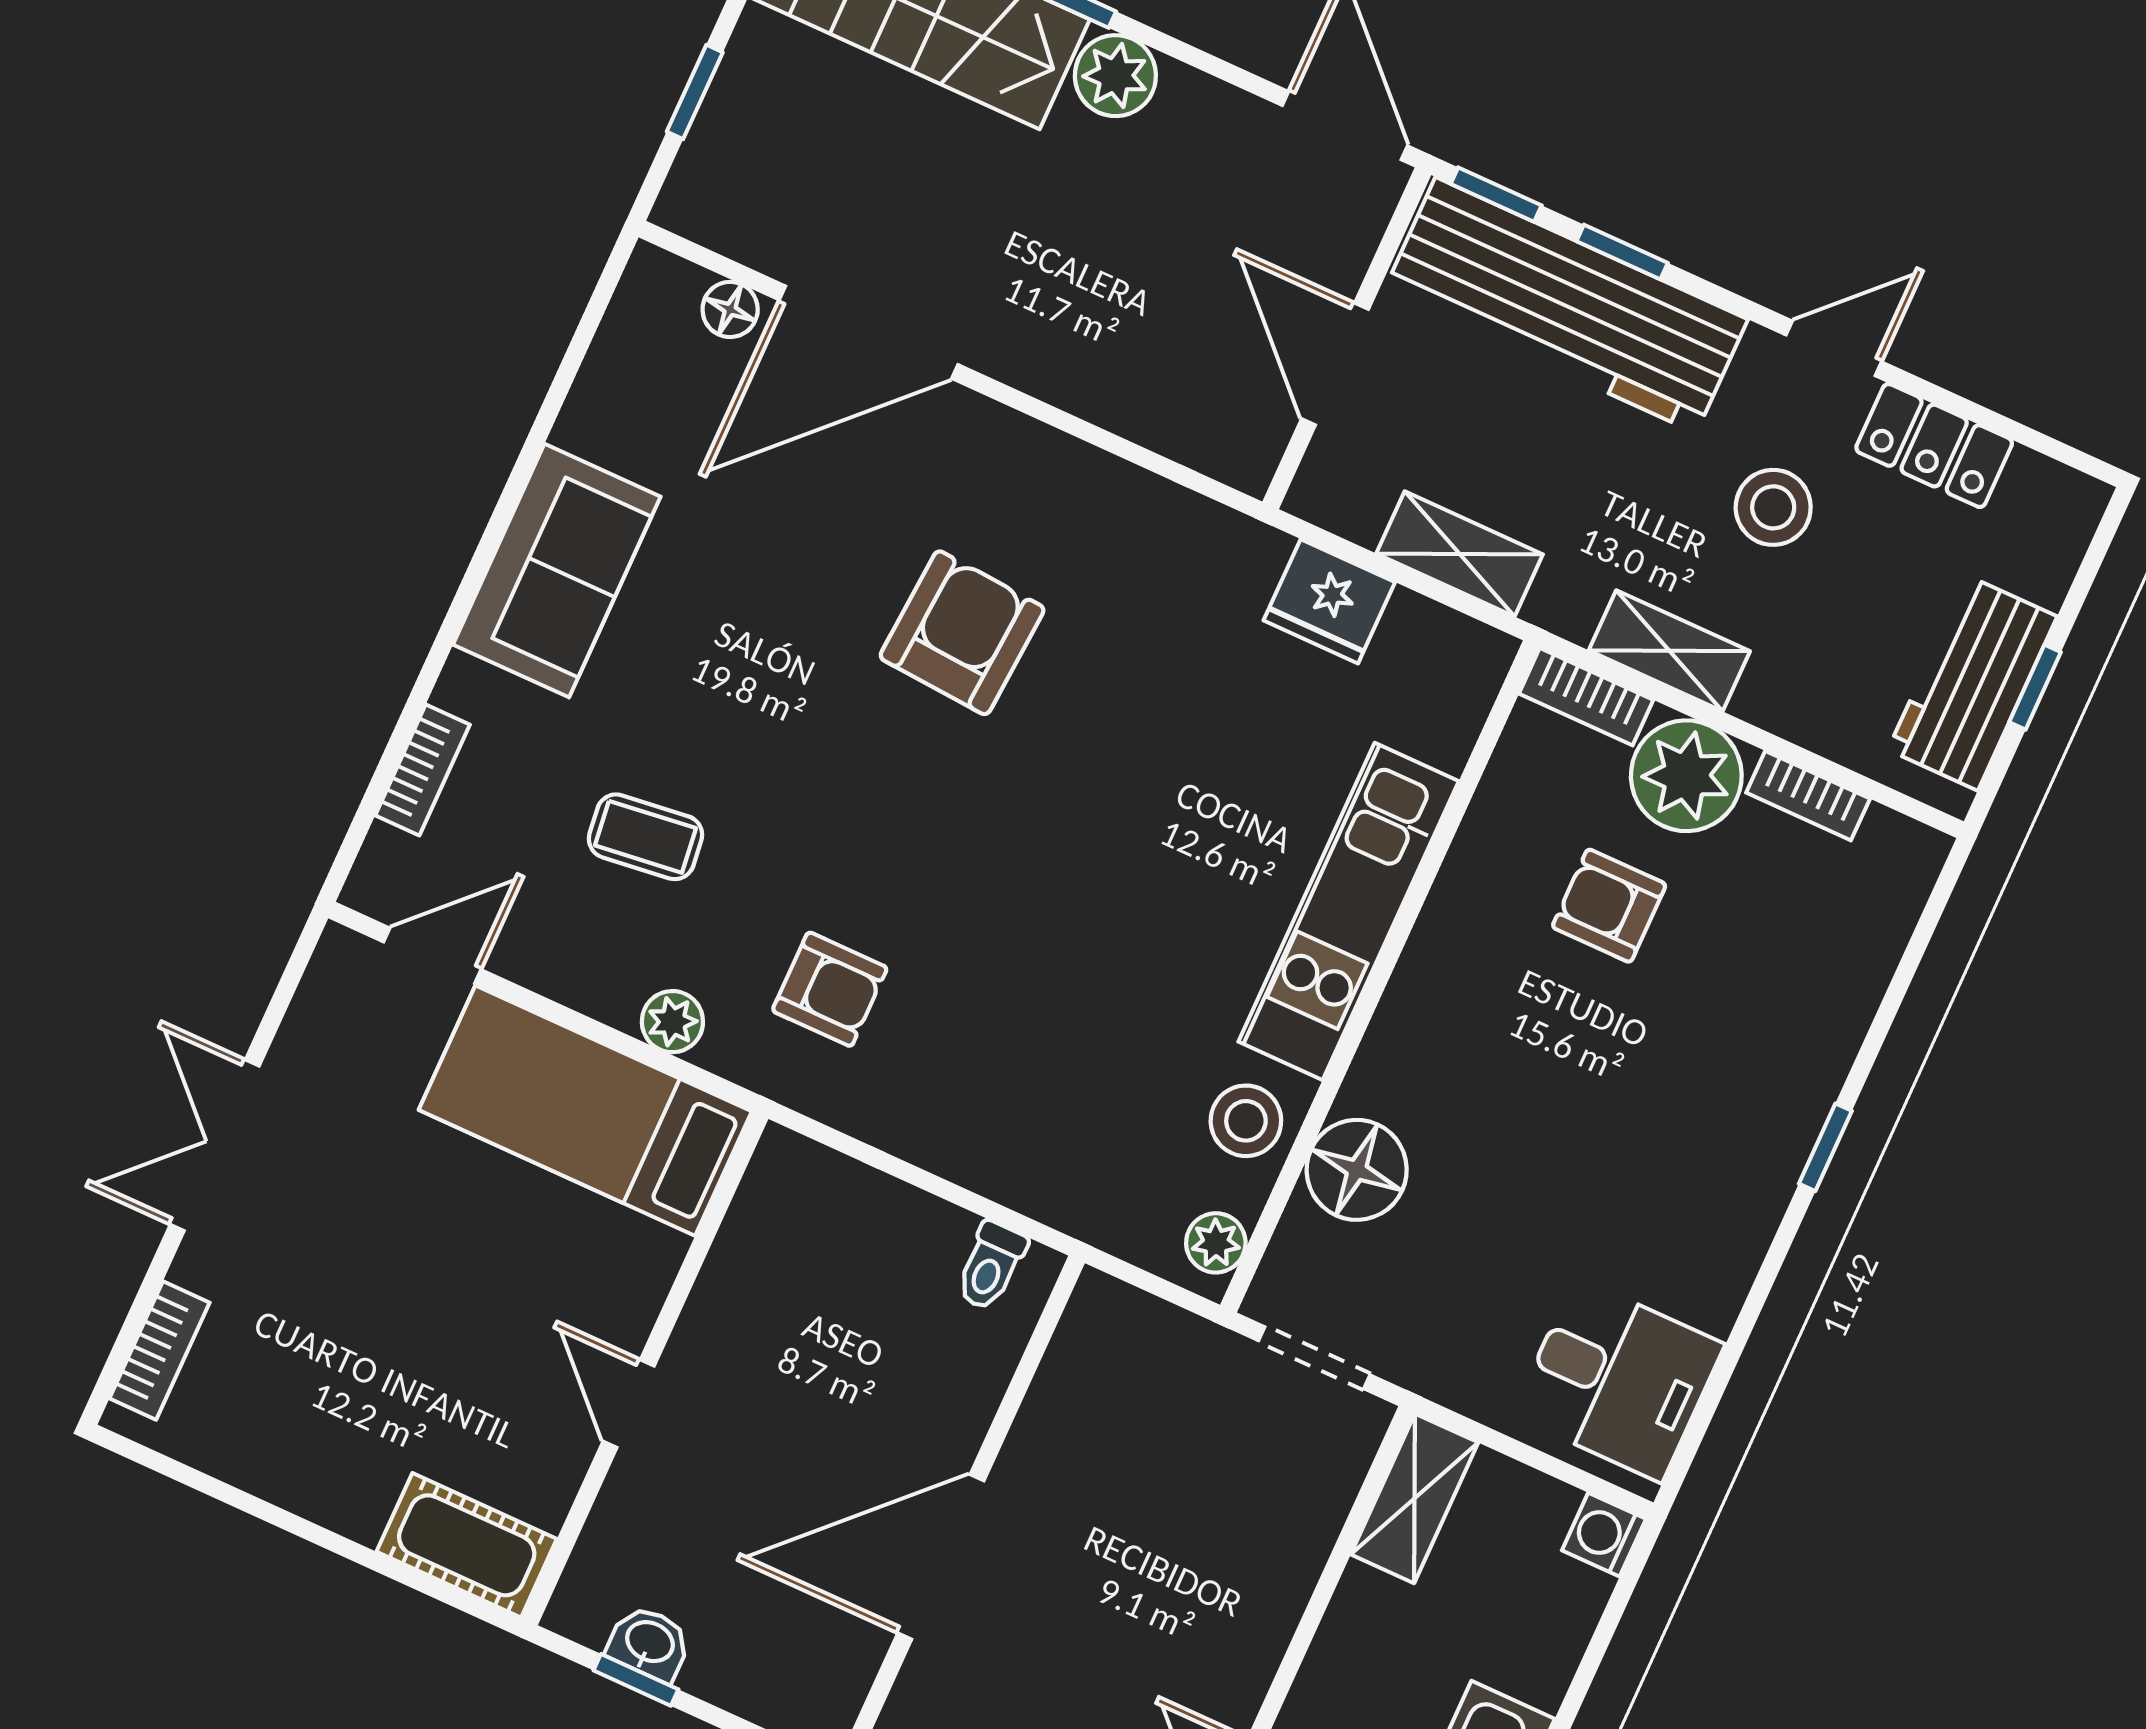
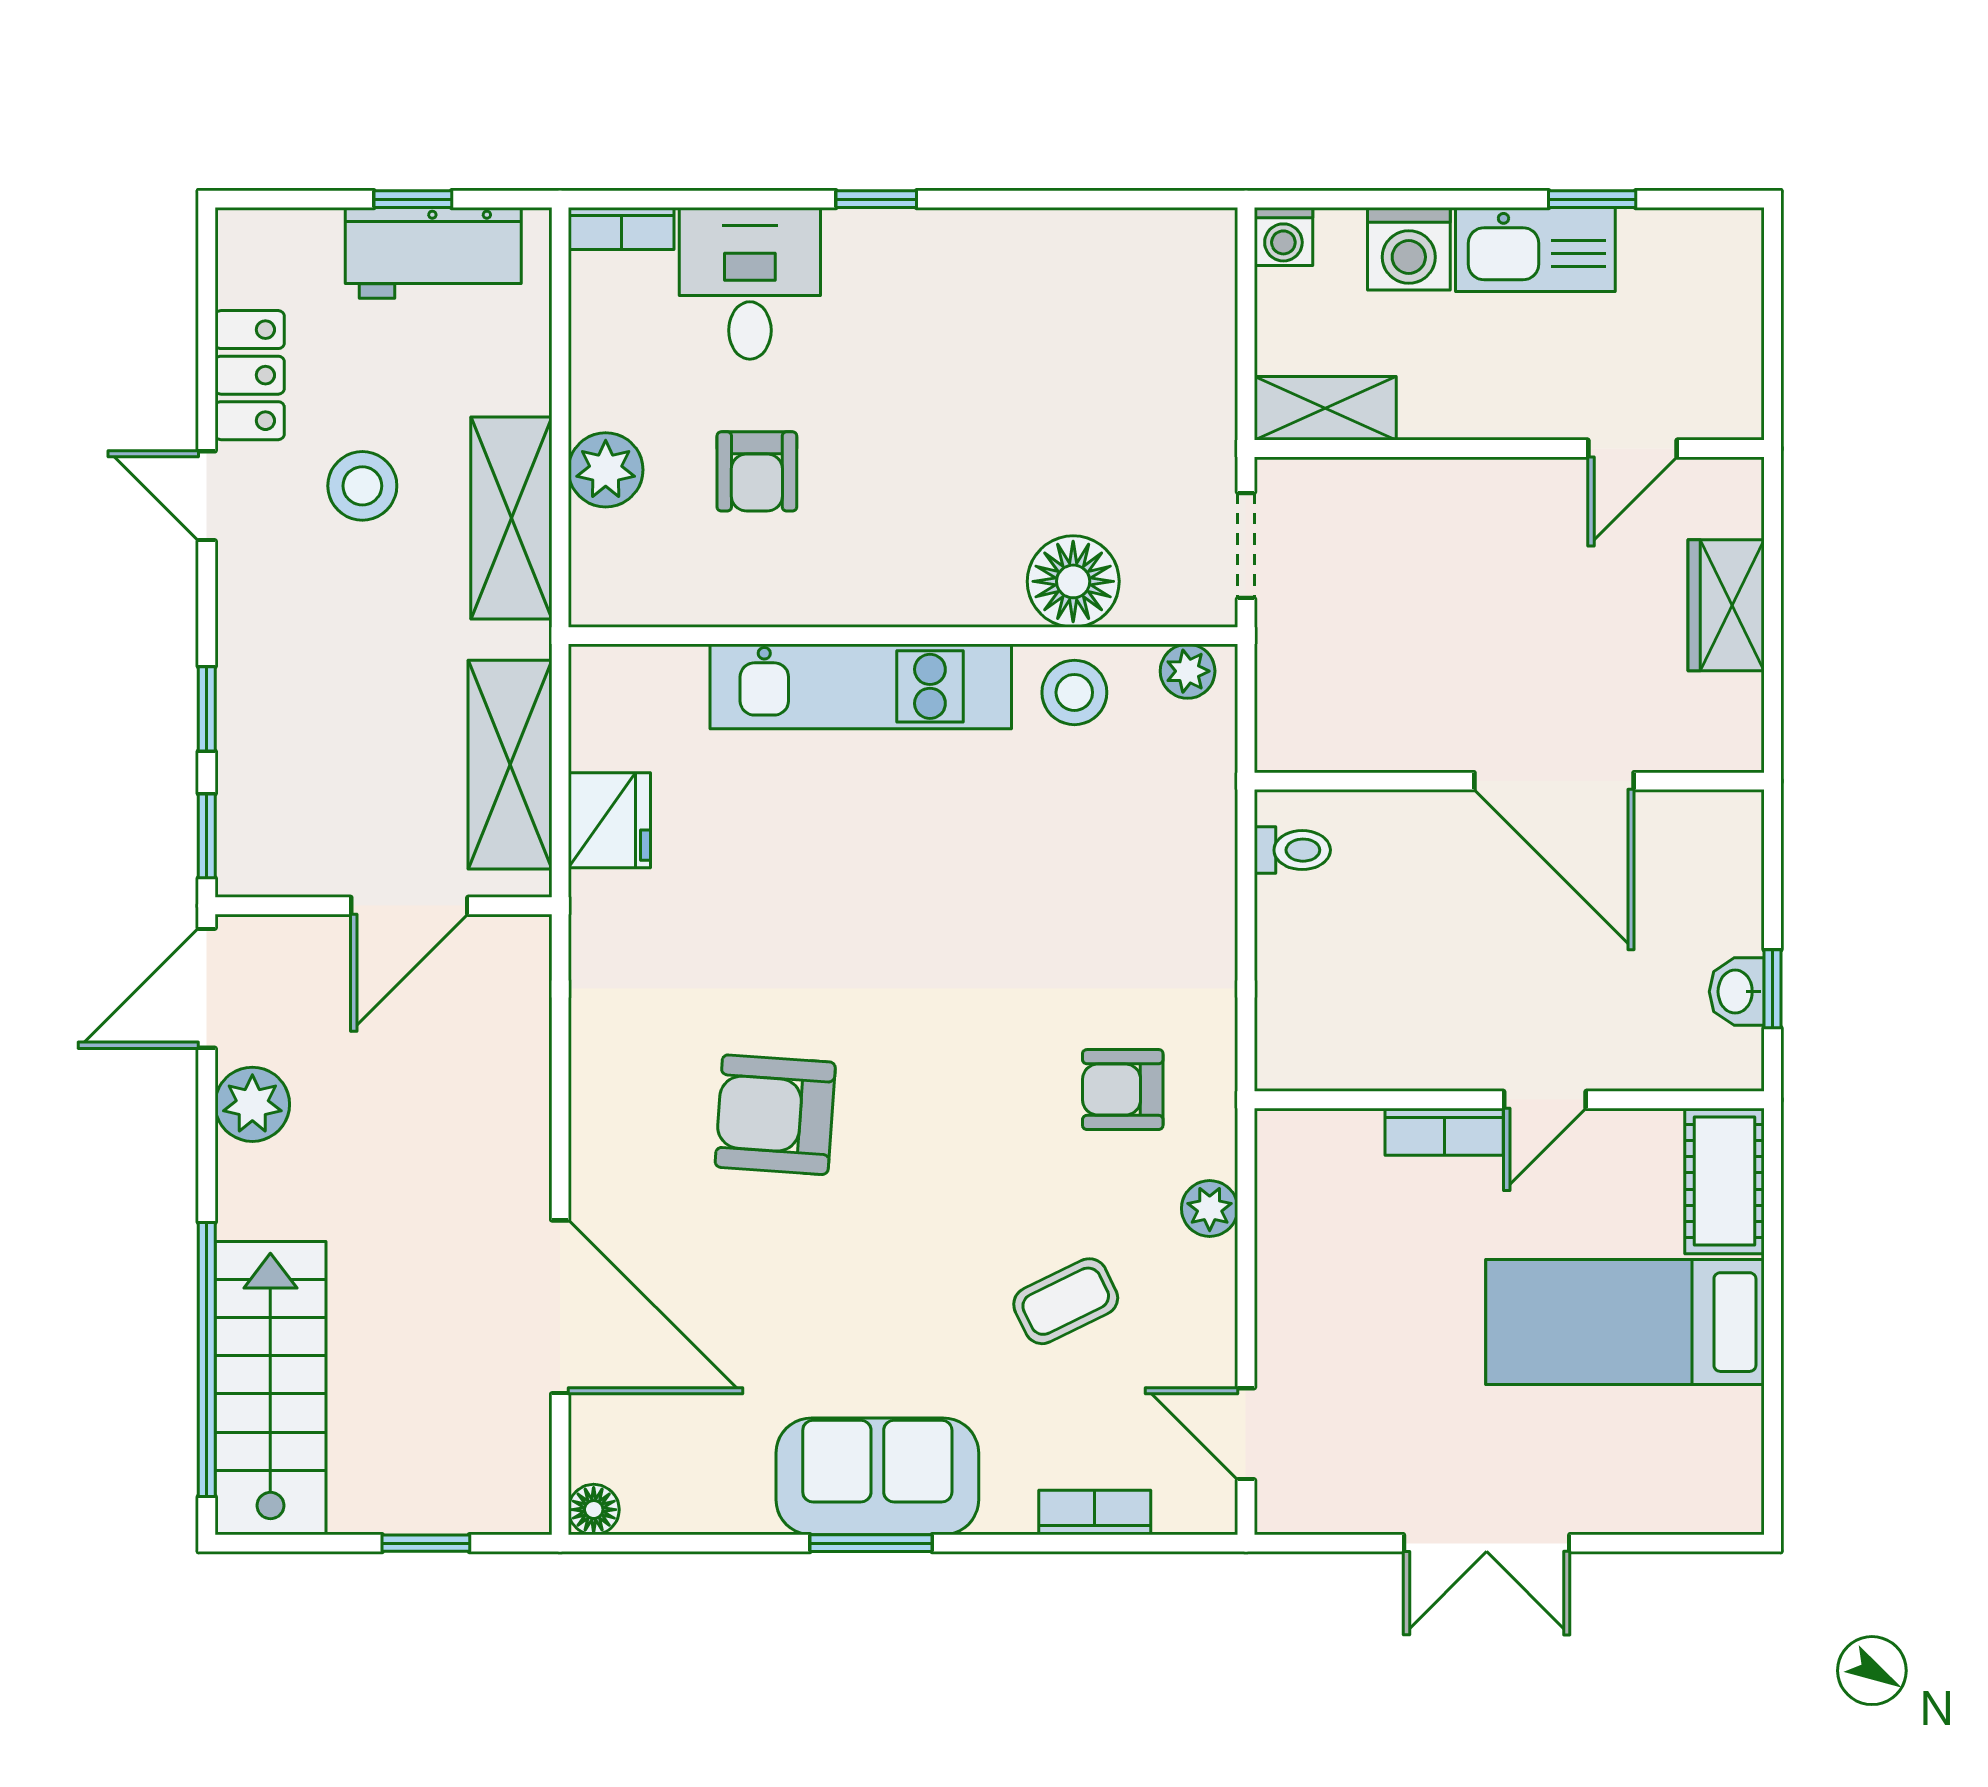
plant: (1115, 76) -> (252, 1104), moved
workbench: (1566, 305) -> (272, 736), removed
floor lamp: (730, 309) -> (594, 1510), moved
window: (493, 534) -> (871, 1543), added
shelving: (1460, 554) -> (510, 765), width x1.50, depth x1.33
shelving: (1669, 651) -> (511, 518), width x1.50, depth x1.33
bookcase: (1586, 697) -> (591, 570), removed
plant: (1686, 776) -> (606, 470), width x0.73, depth x0.73
bookcase: (1808, 796) -> (621, 229), moved, turned 90
coffee table: (645, 837) -> (1066, 1301), turned 71
armchair: (830, 989) -> (1123, 1090), turned -90
bed: (585, 1111) -> (1625, 1322), moved, turned 90
bookcase: (160, 1350) -> (1444, 1132), moved, turned 180
desk: (1618, 1380) -> (750, 283), moved
washing machine: (1535, 1654) -> (1409, 249), added

